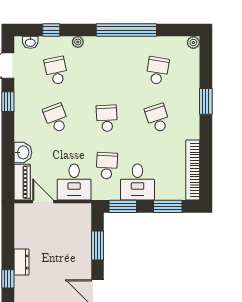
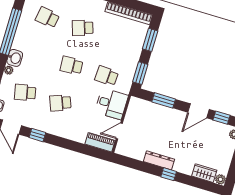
washbasin: (23, 152) -> (15, 58), moved, turned 90
desk: (137, 182) -> (125, 57), removed
dresser: (21, 262) -> (159, 160), width x1.44

